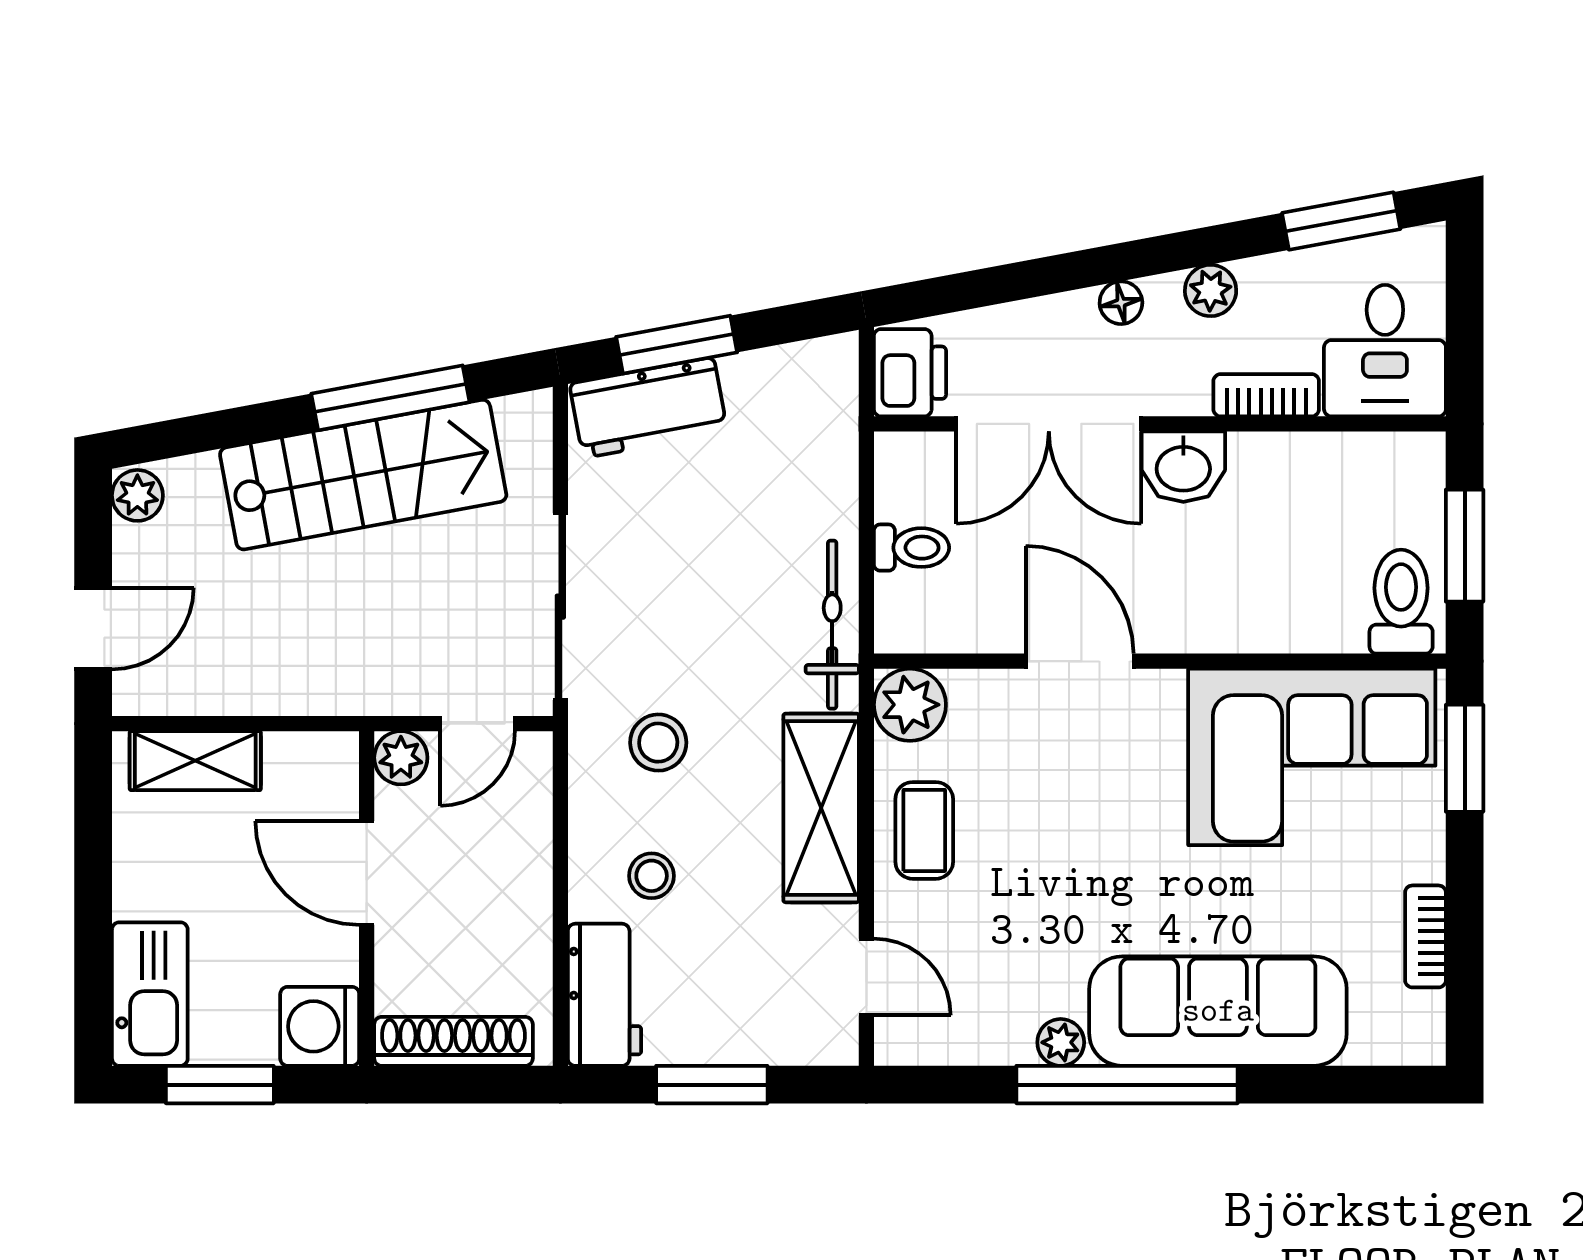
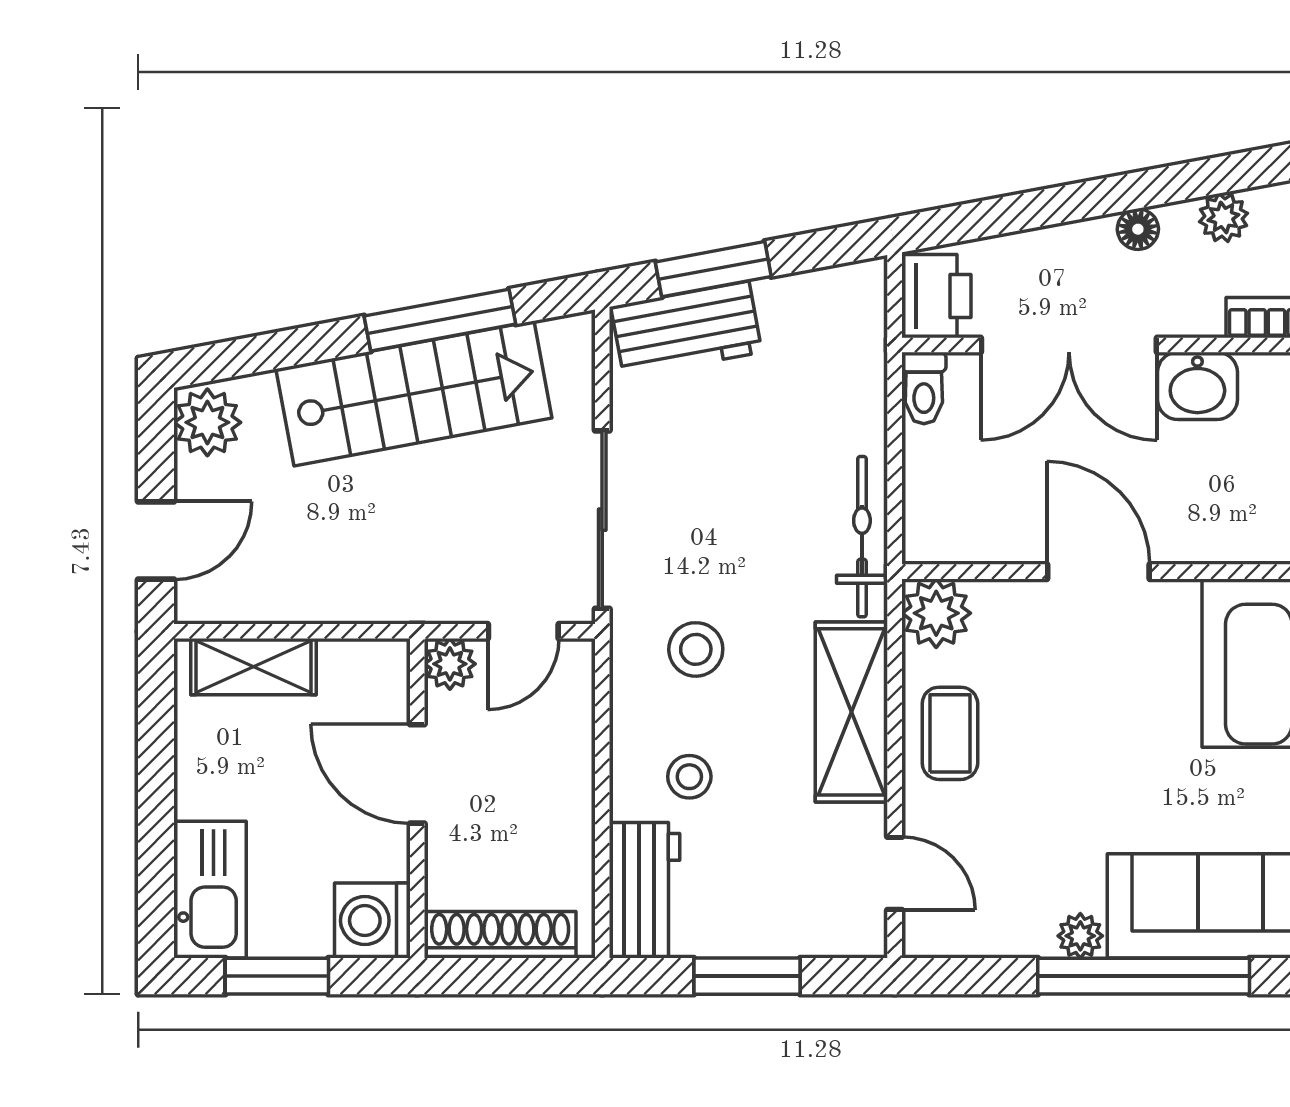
plant: (137, 495) -> (207, 422), width x1.38, depth x1.38
toilet: (911, 548) -> (924, 388), moved, turned 90

